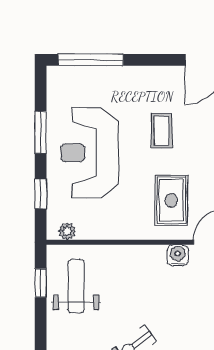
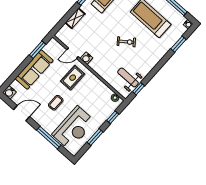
window: (91, 60) -> (49, 138), moved
reception desk: (89, 153) -> (74, 128), moved
weight bench: (76, 286) -> (128, 77), turned 90

